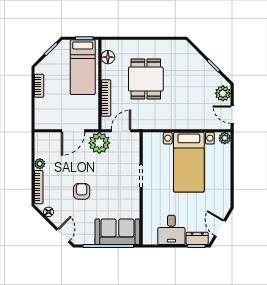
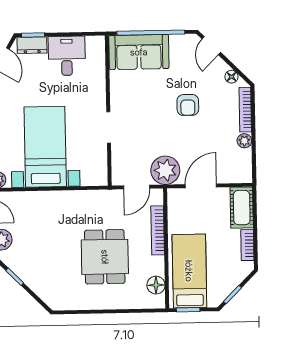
cot: (43, 114) -> (242, 208), added

